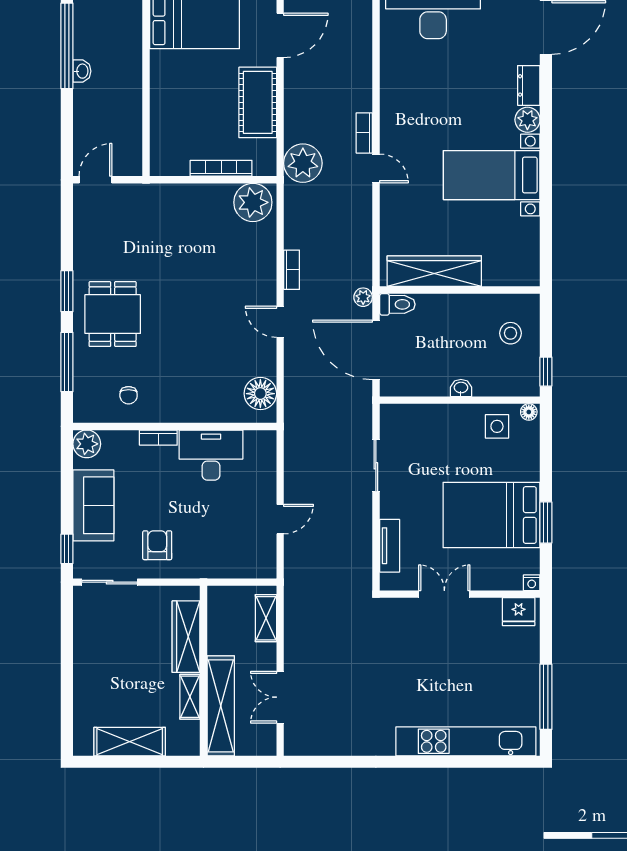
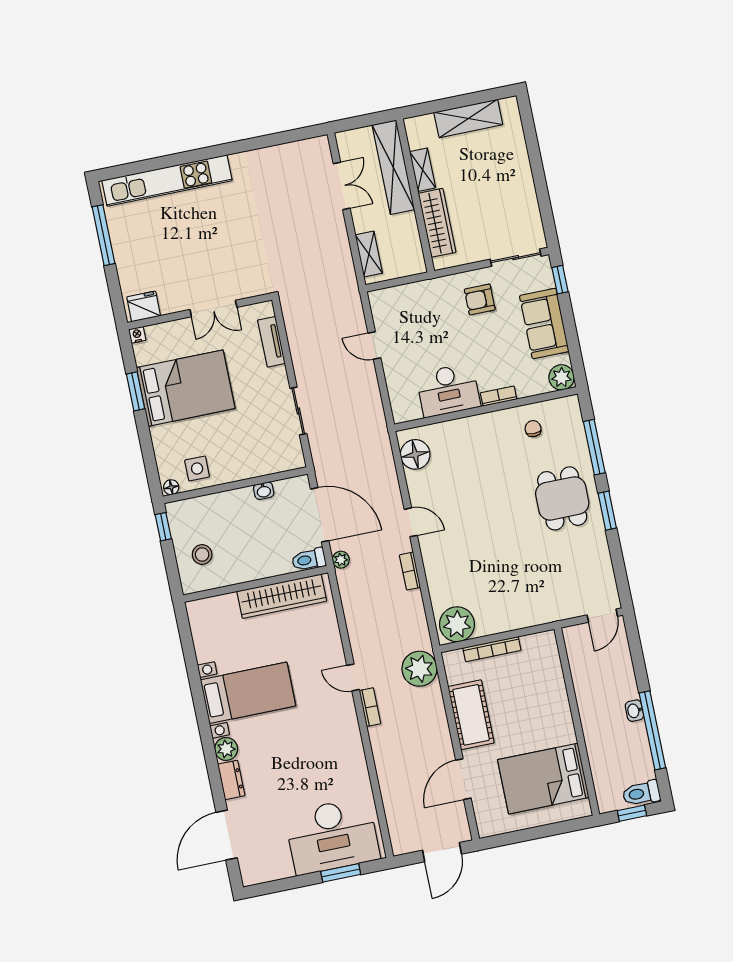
washbasin: (461, 388) -> (264, 491), moved
door: (280, 519) -> (374, 345), hinge flipped
armchair: (157, 545) -> (480, 299), turned 90

